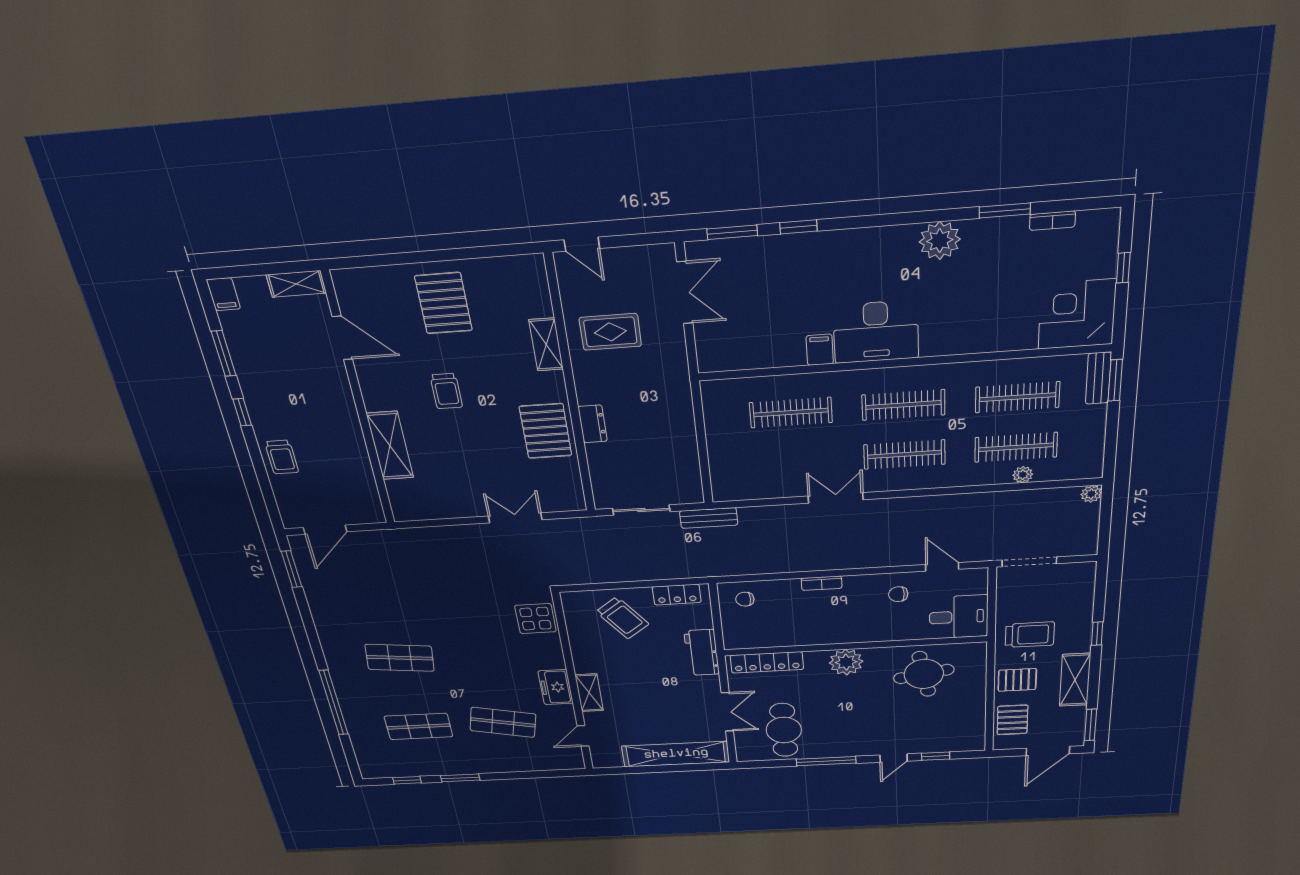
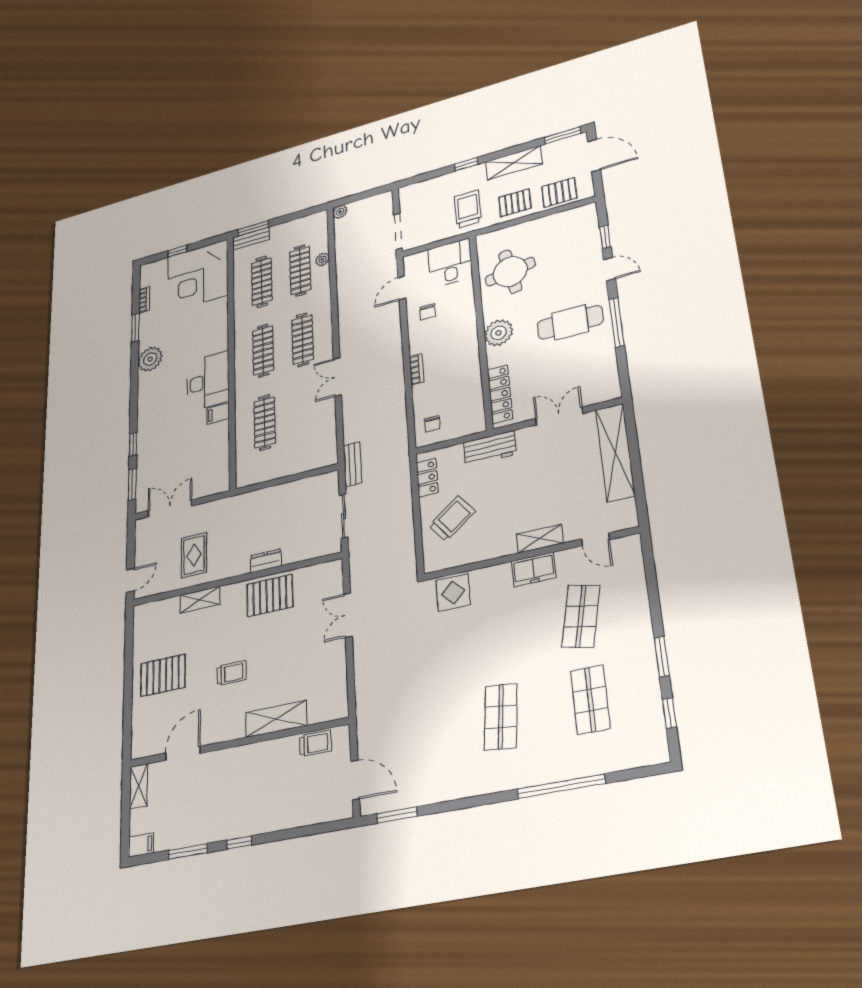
corner desk: (1077, 314) -> (198, 276), width x1.36, depth x1.36
trolley: (282, 457) -> (315, 743), moved
pallet: (1017, 680) -> (515, 203), turned 90
cafe table: (784, 730) -> (570, 322), moved

